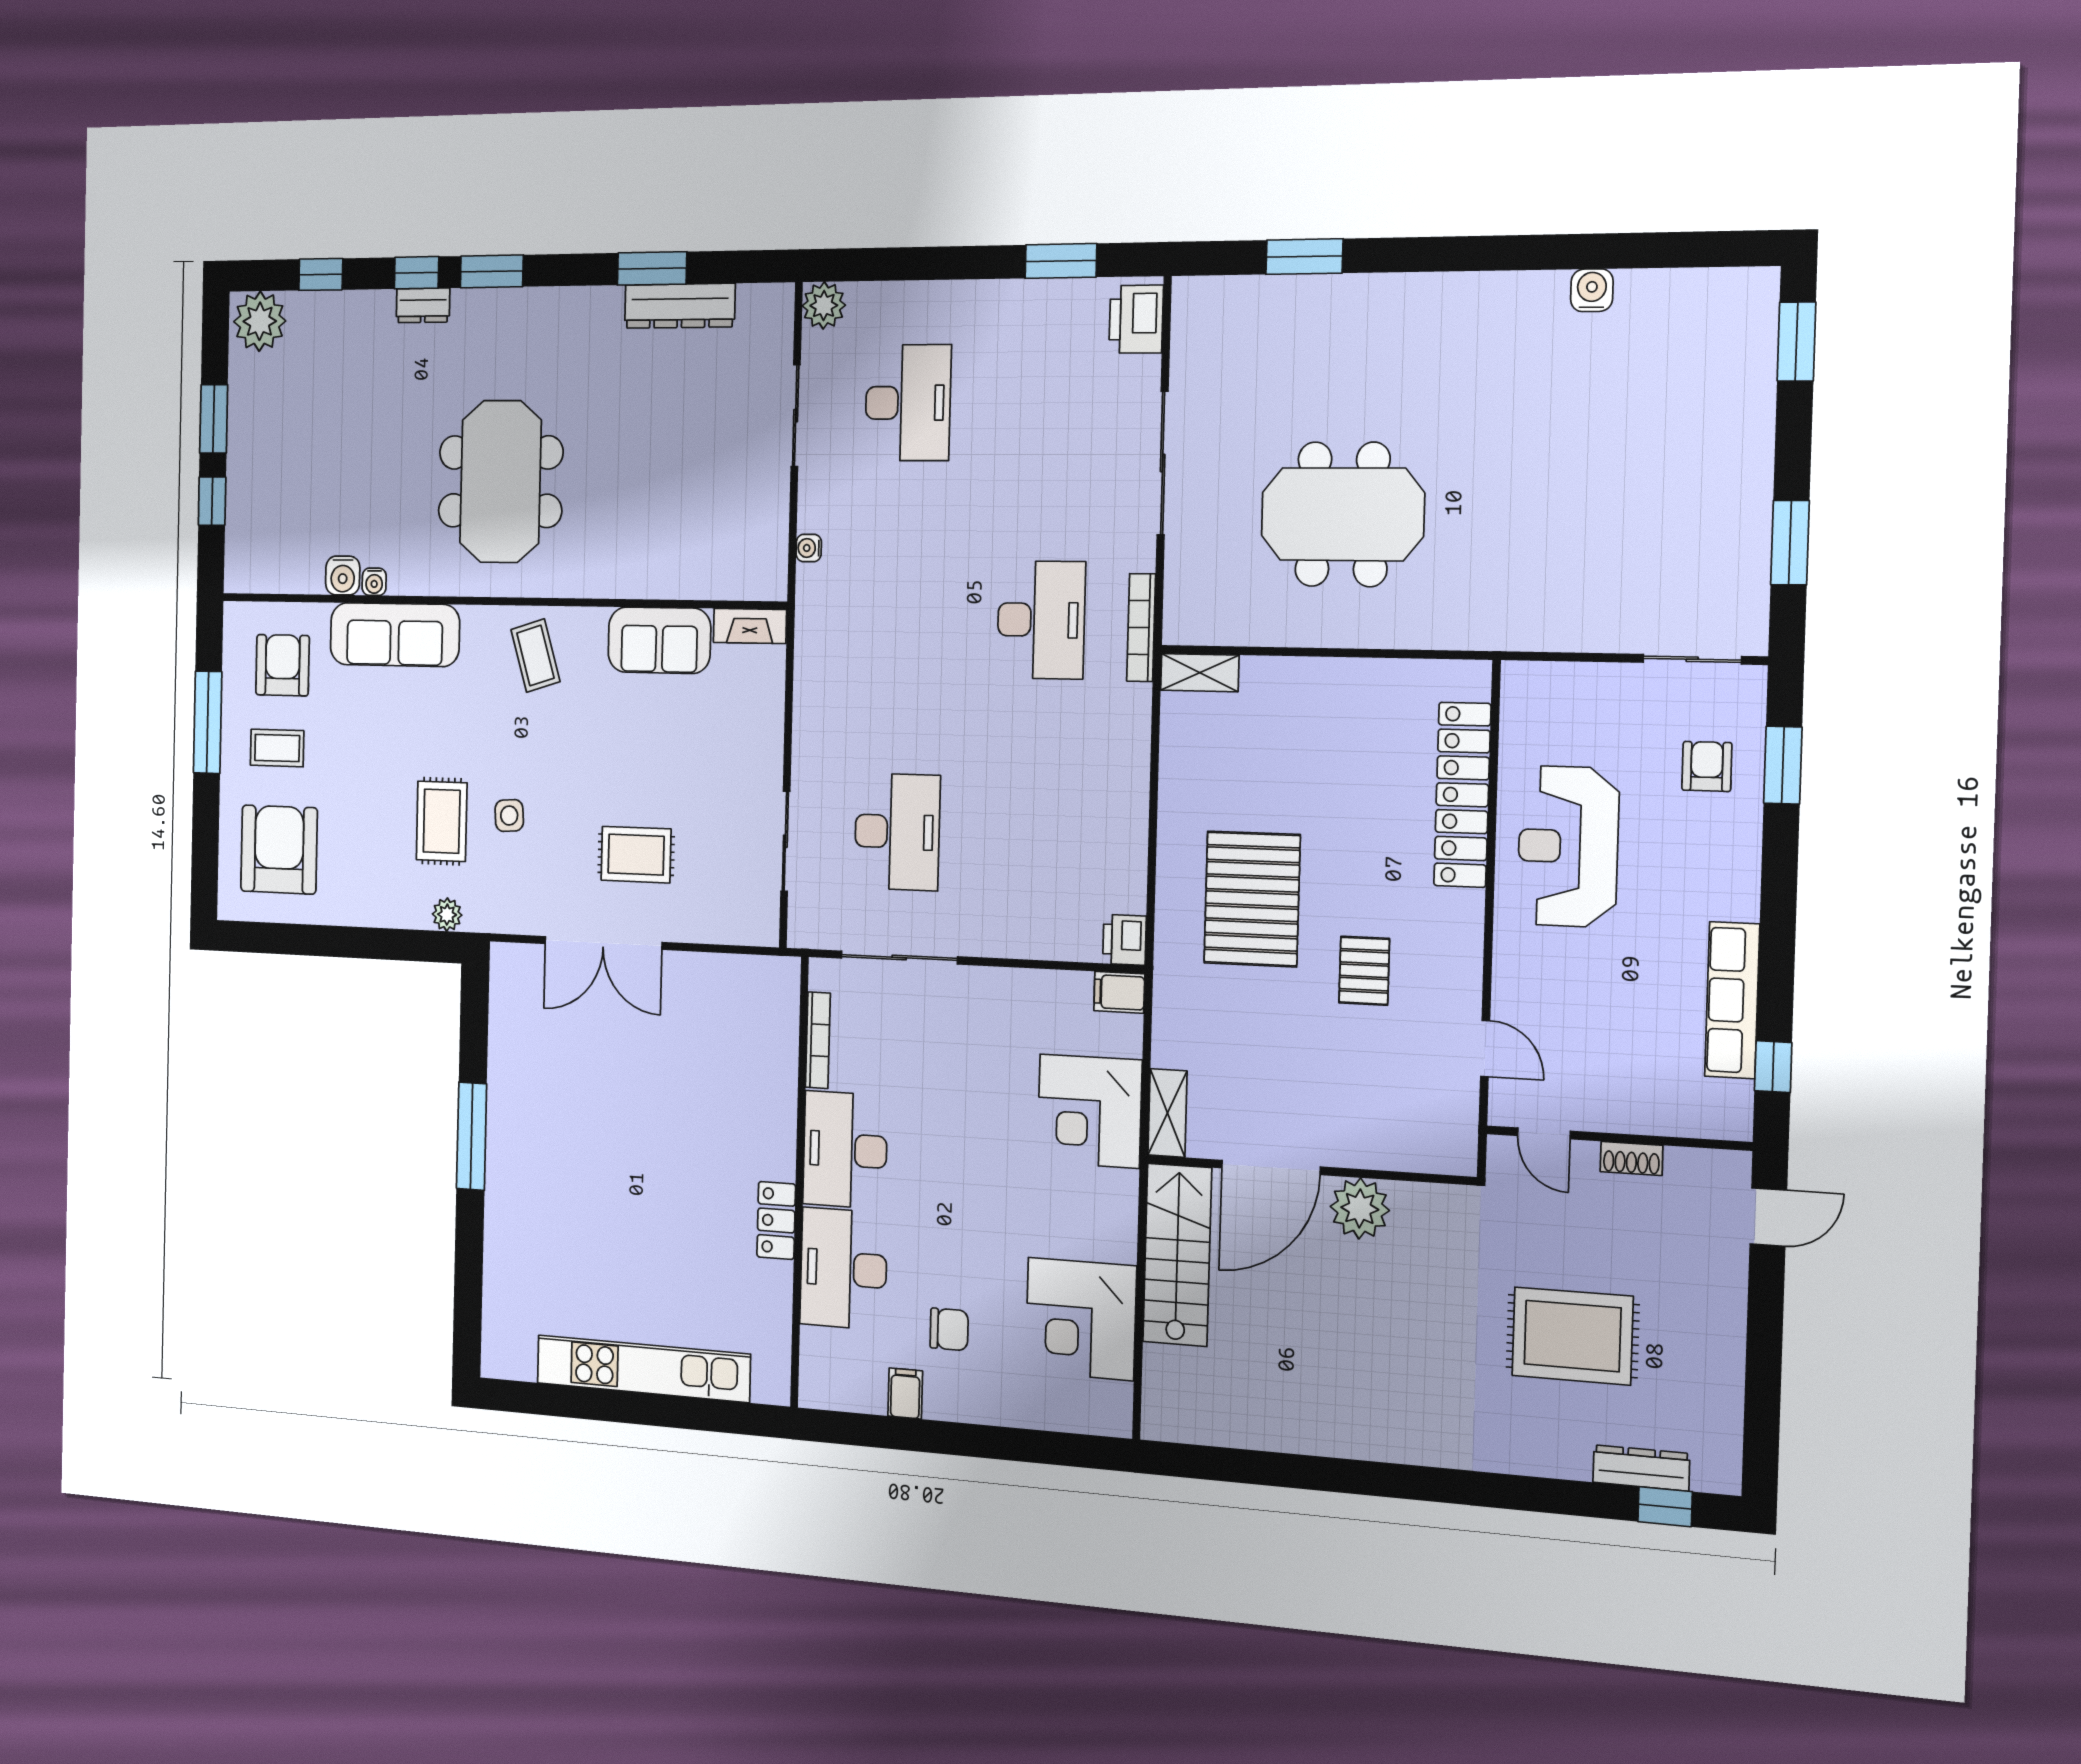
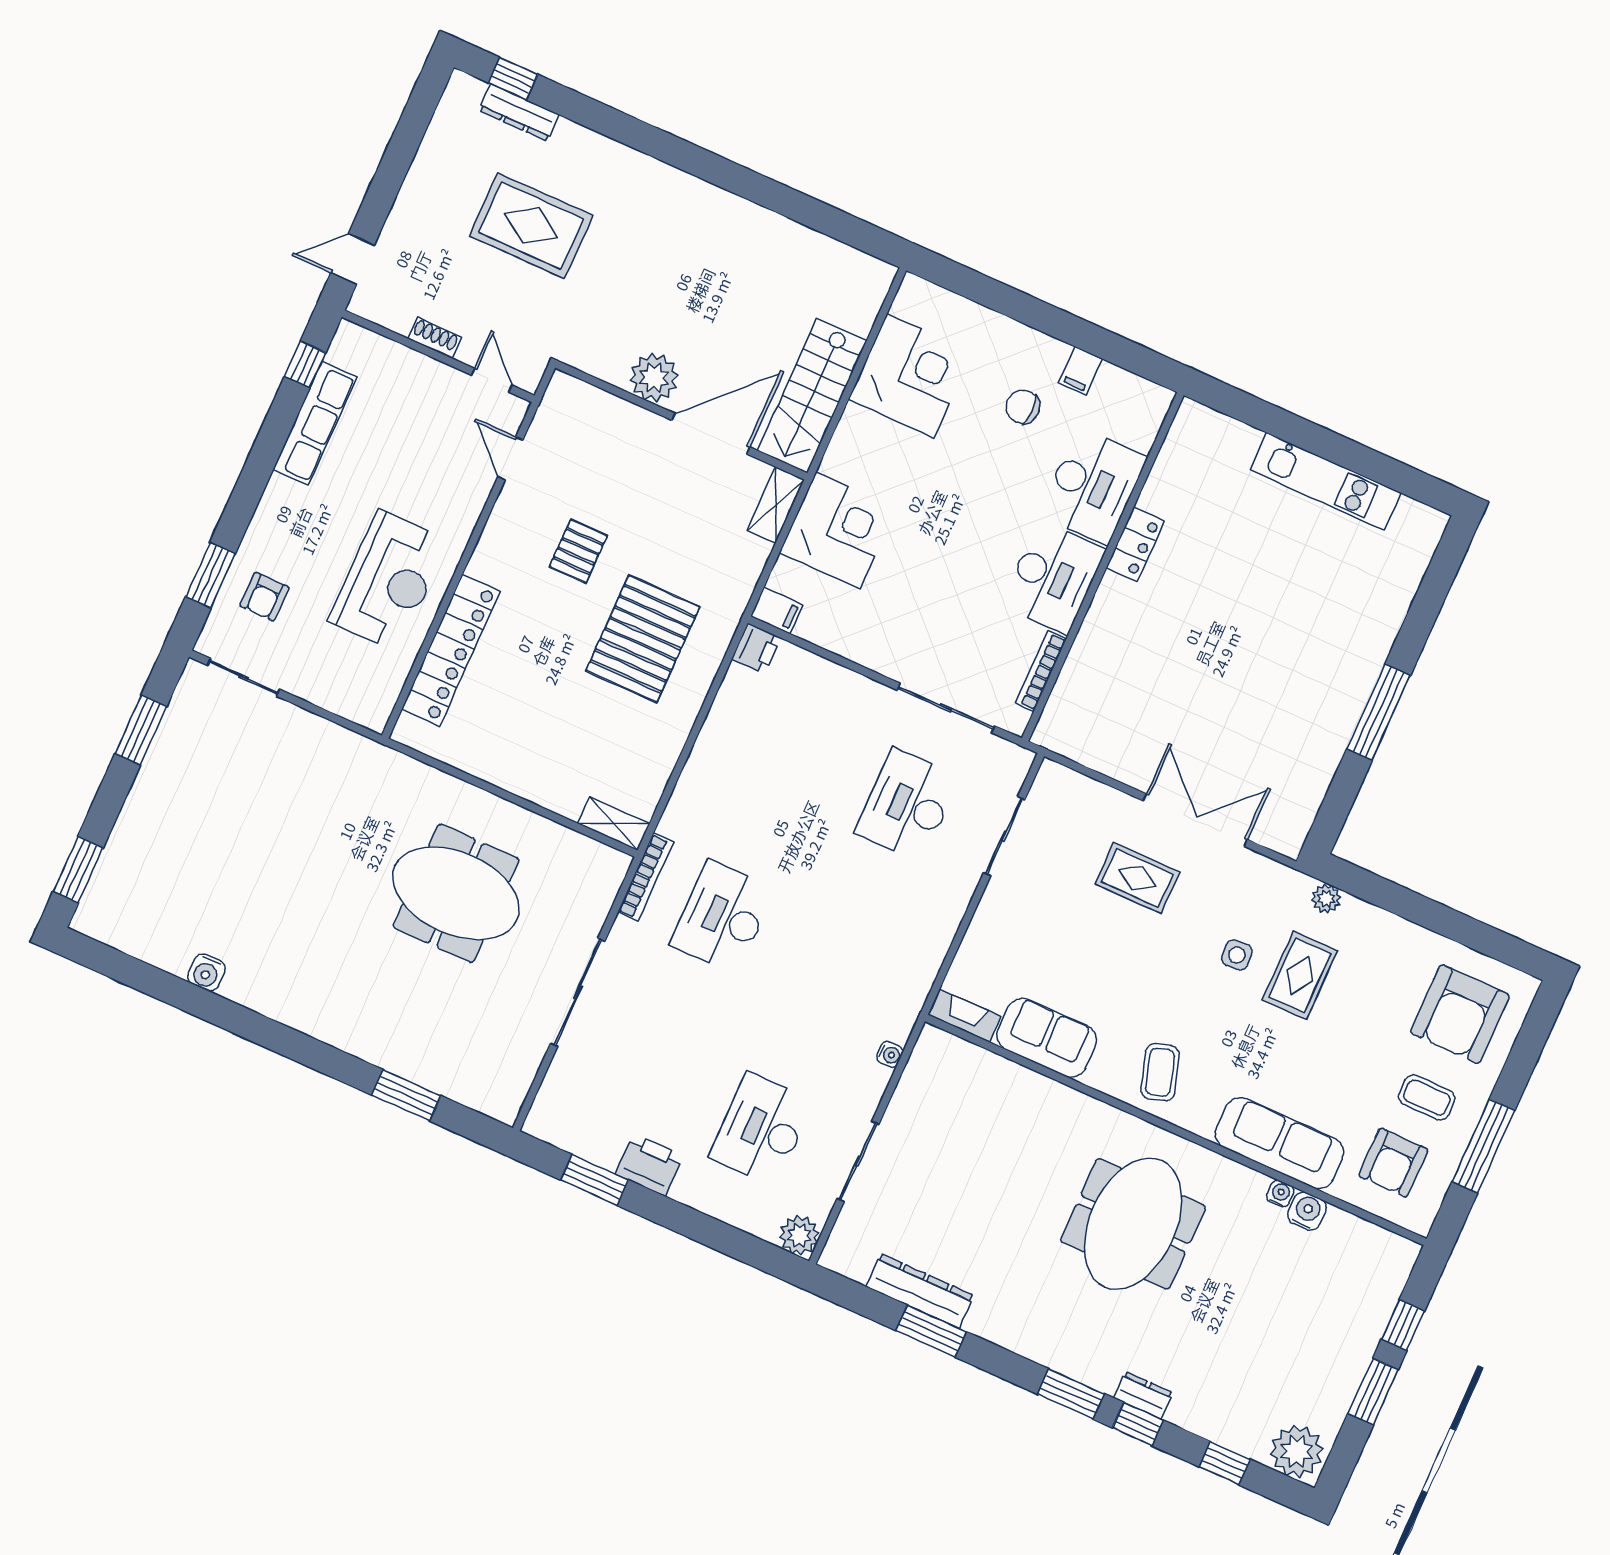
printer: (1136, 319) -> (649, 1165), moved, turned -90
kitchen unit: (643, 1369) -> (1325, 481), width x0.73

